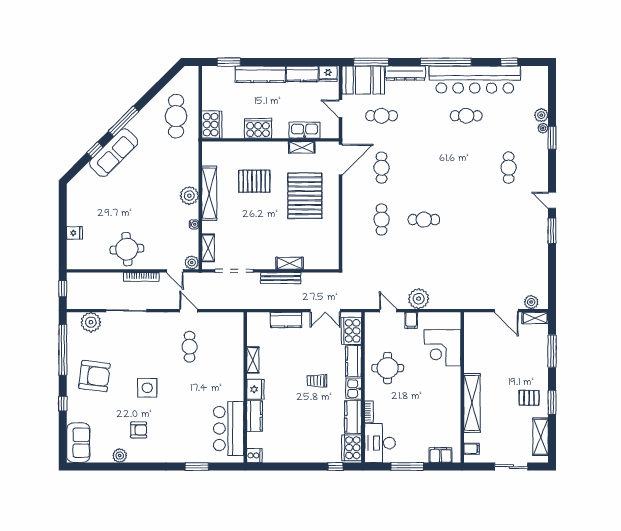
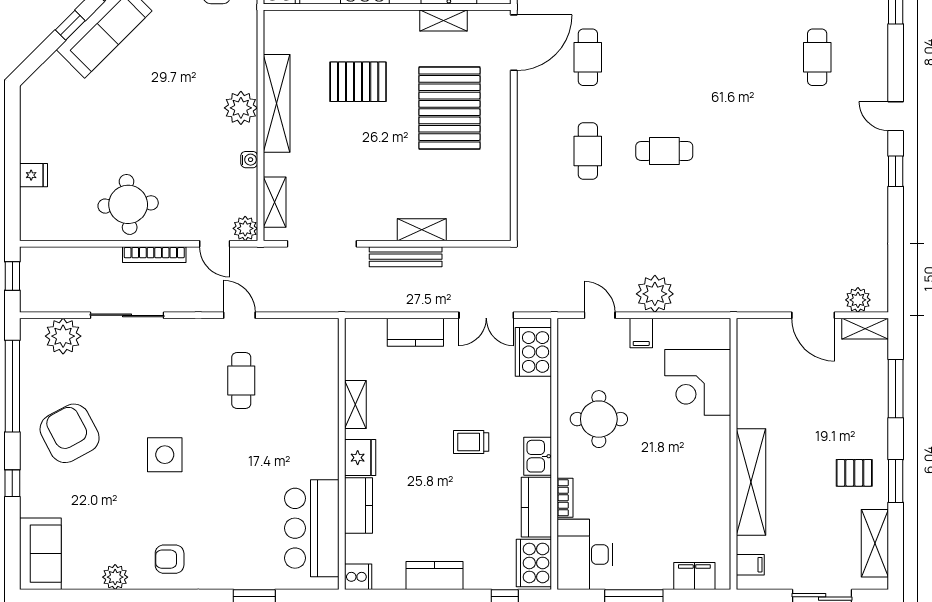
window: (552, 231) -> (896, 171), width x0.67
kitchen counter: (354, 361) -> (435, 575), moved, turned 90
armchair: (94, 376) -> (70, 433), turned -125
armchair: (139, 430) -> (170, 559), moved, turned 180

